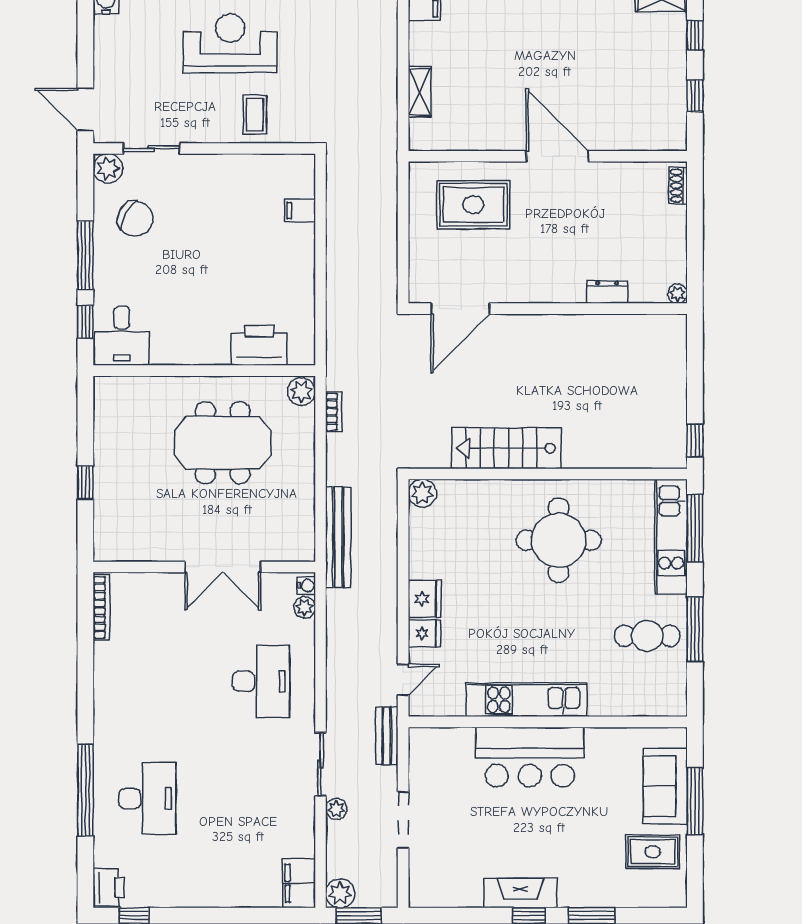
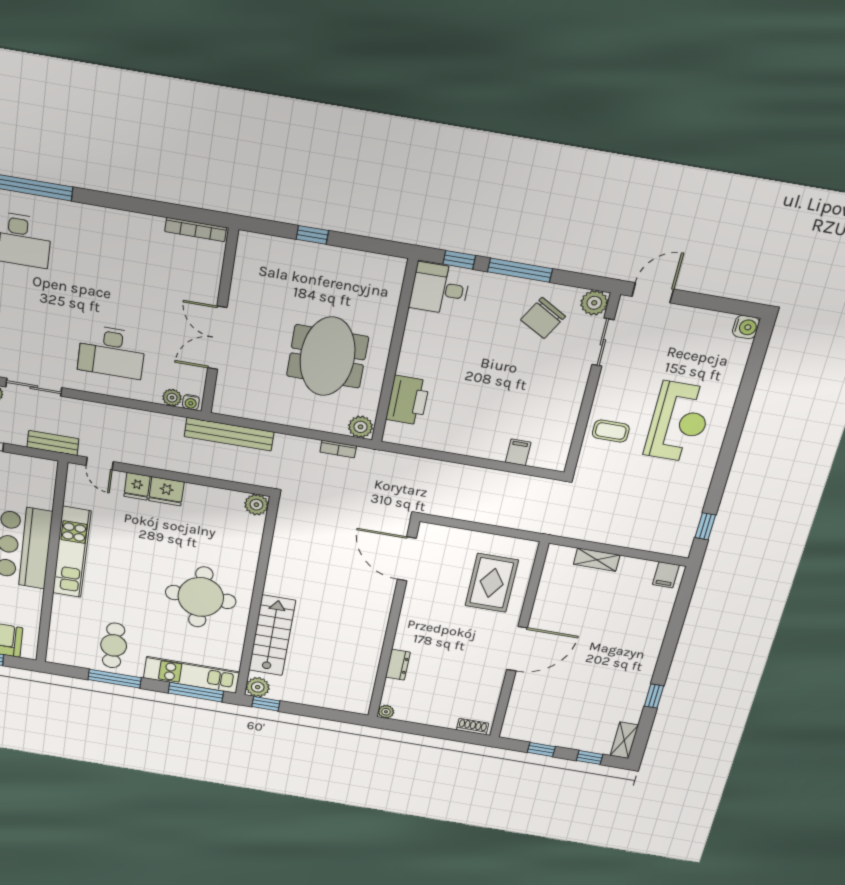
stairs: (506, 448) -> (272, 635), moved
plant: (673, 454) -> (258, 687), added

